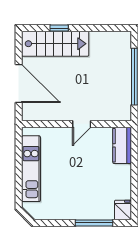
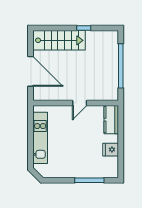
window: (59, 28) -> (84, 28), moved
fridge: (123, 210) -> (111, 150), moved, turned -90

